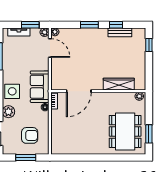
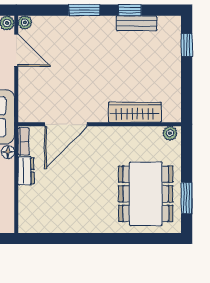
dresser: (56, 118) -> (26, 171), added

